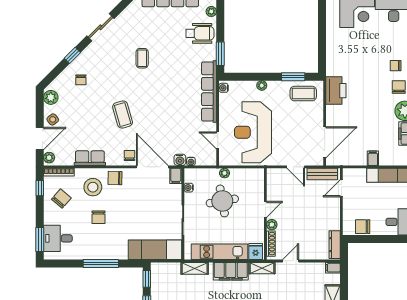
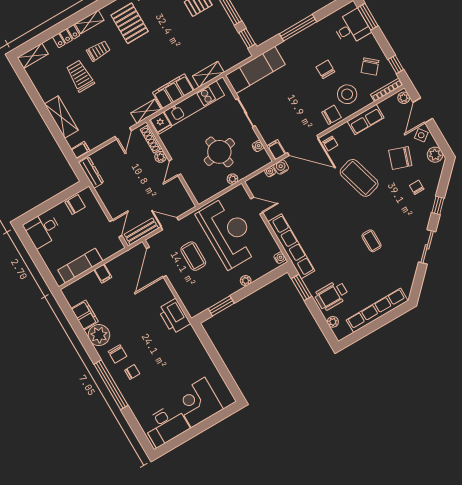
coffee table: (303, 94) -> (193, 256), moved, turned 90
chair: (80, 111) -> (400, 158), added
coffee table: (123, 114) -> (359, 178), width x1.36, depth x1.32

